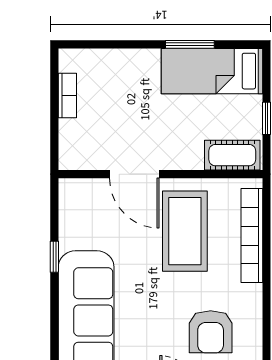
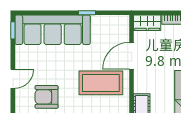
wardrobe: (73, 145) -> (147, 23), added

